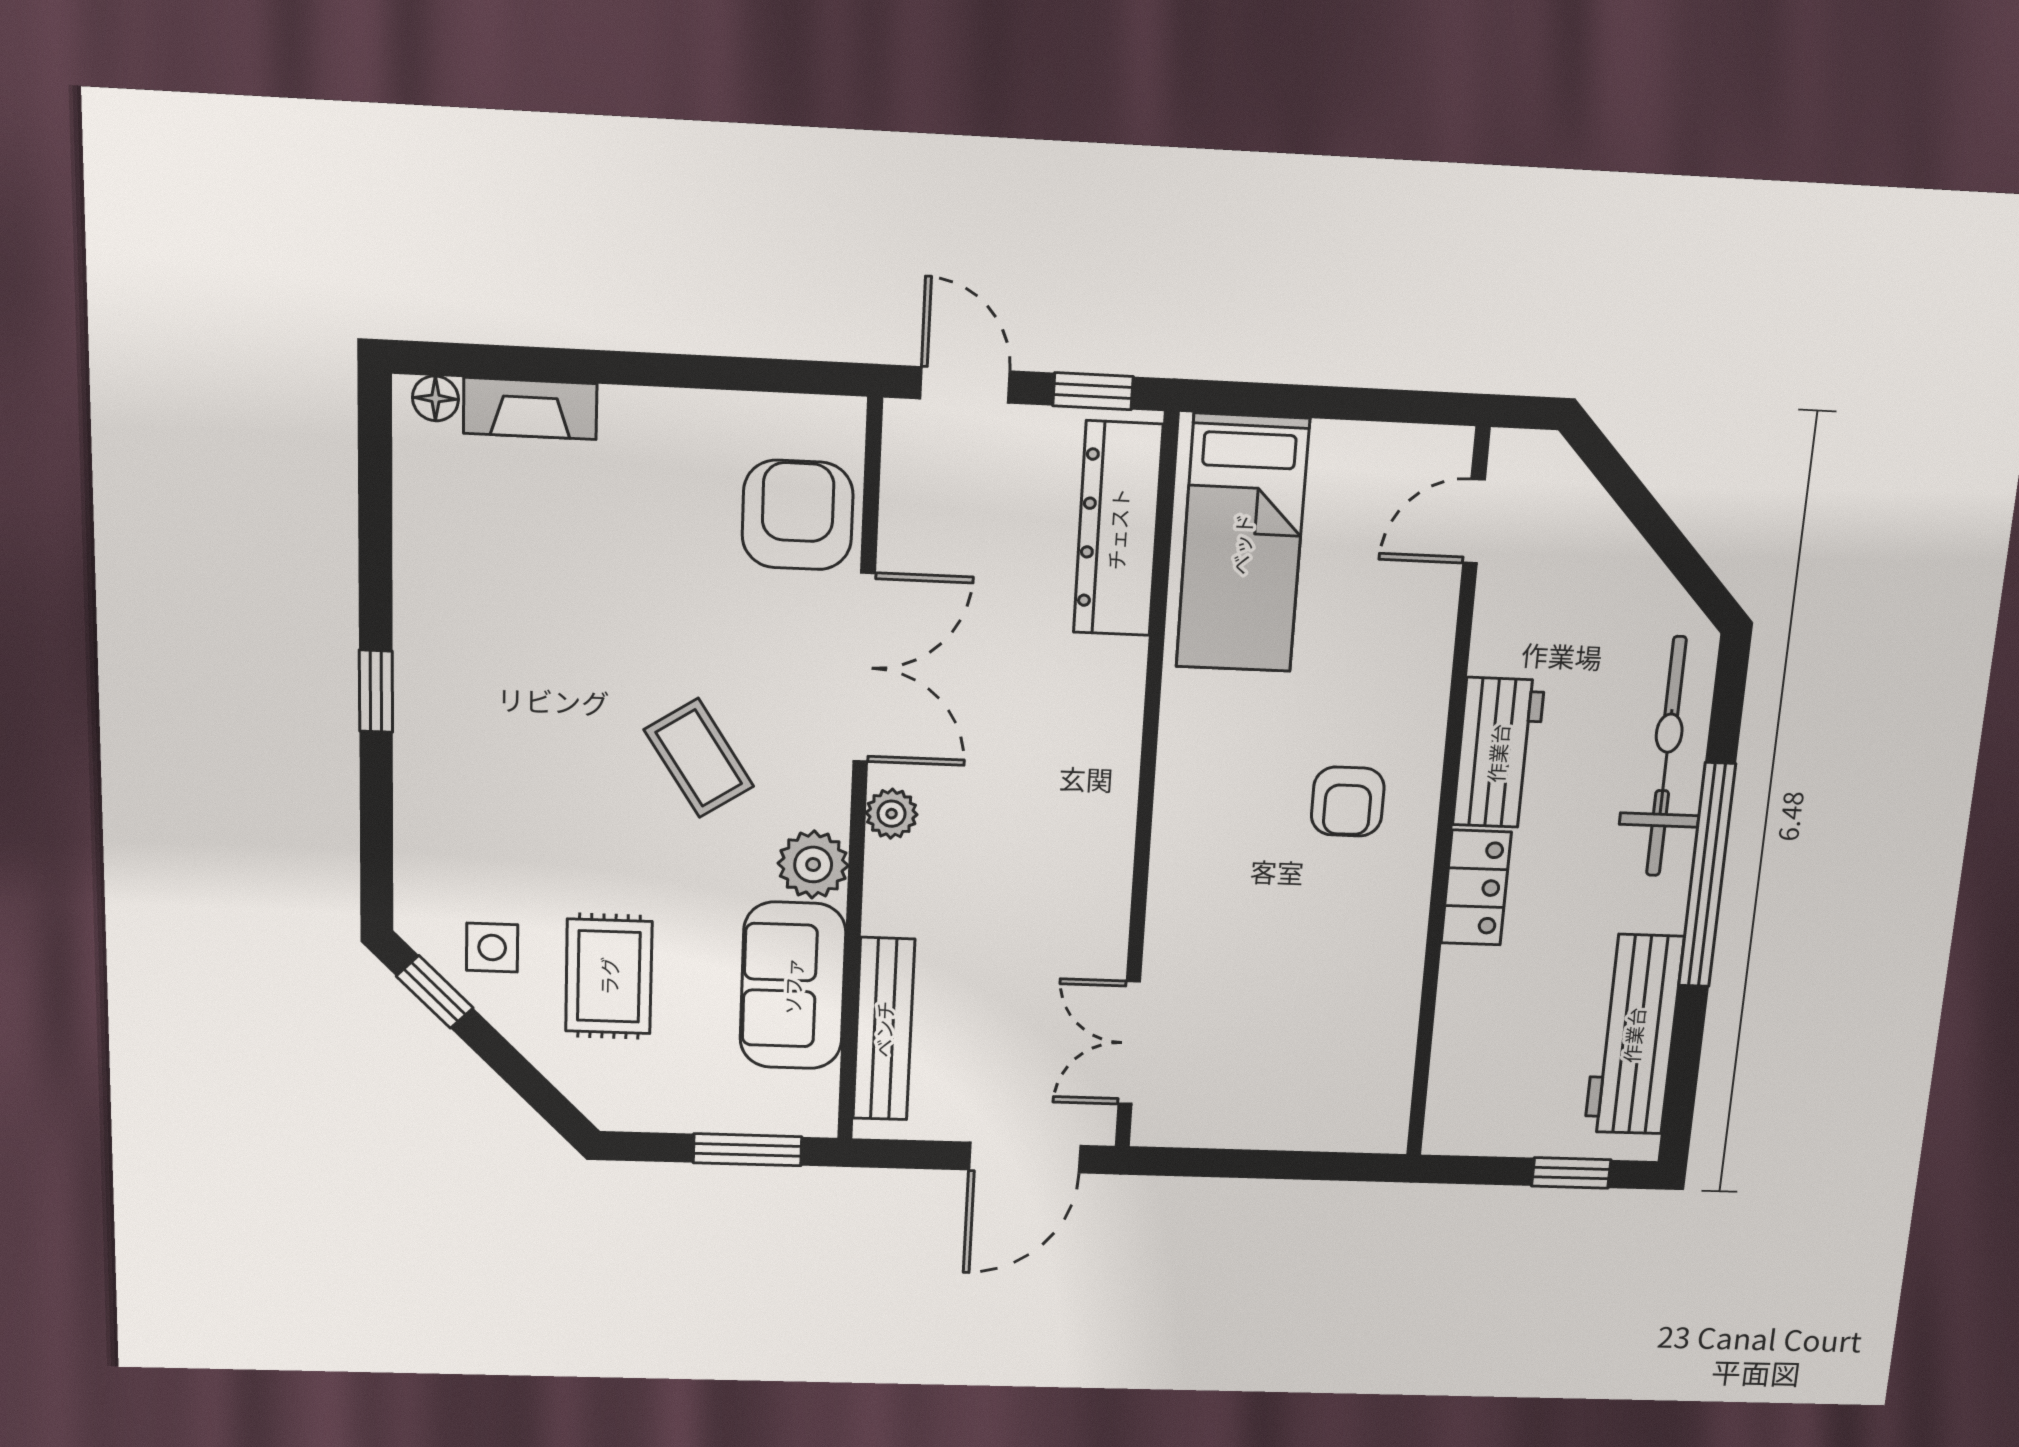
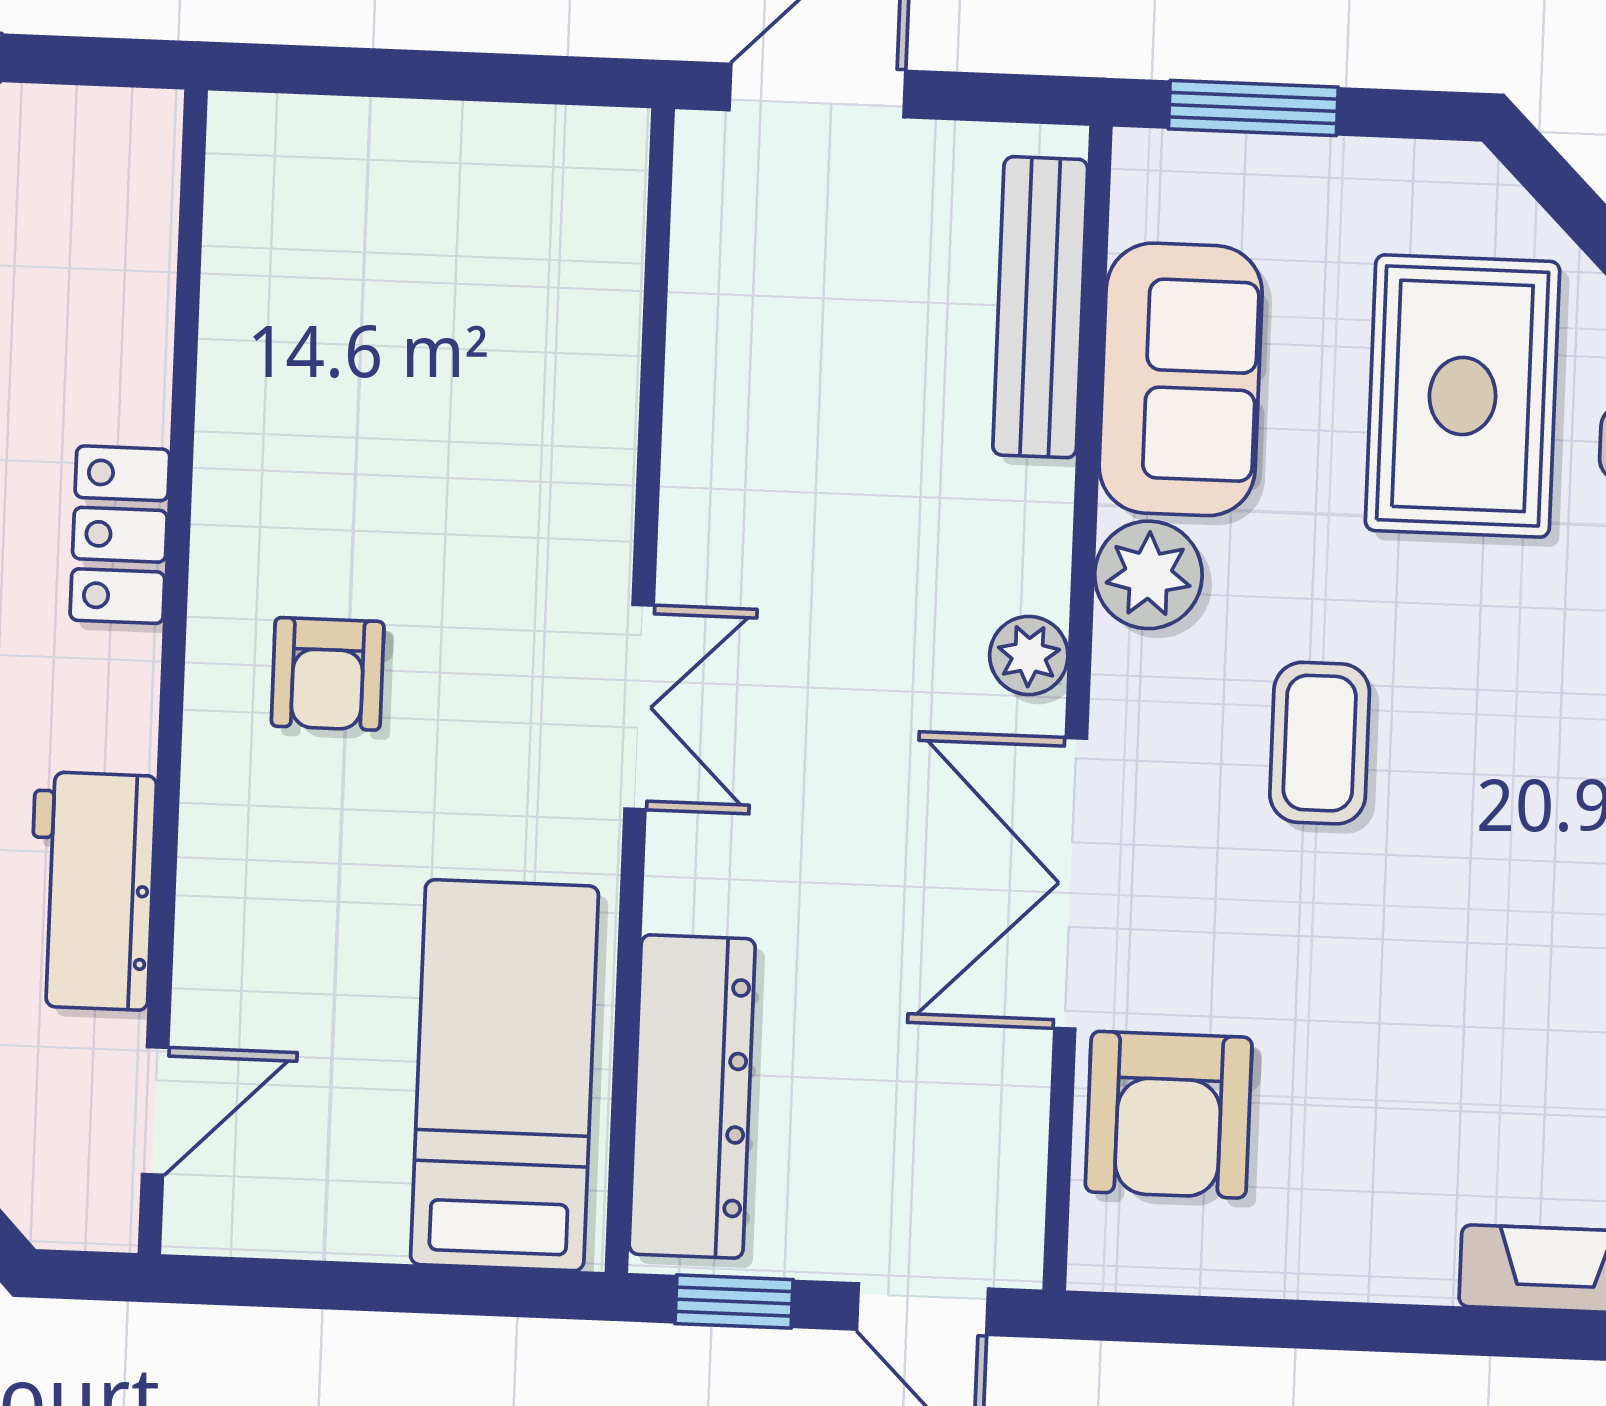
workbench: (1498, 753) -> (92, 891), moved
coffee table: (699, 758) -> (1320, 743), turned 33
armchair: (1348, 802) -> (328, 674), turned 180
rug: (609, 976) -> (1463, 396), width x1.36, depth x1.43
double door: (1129, 1043) -> (639, 707), moved

